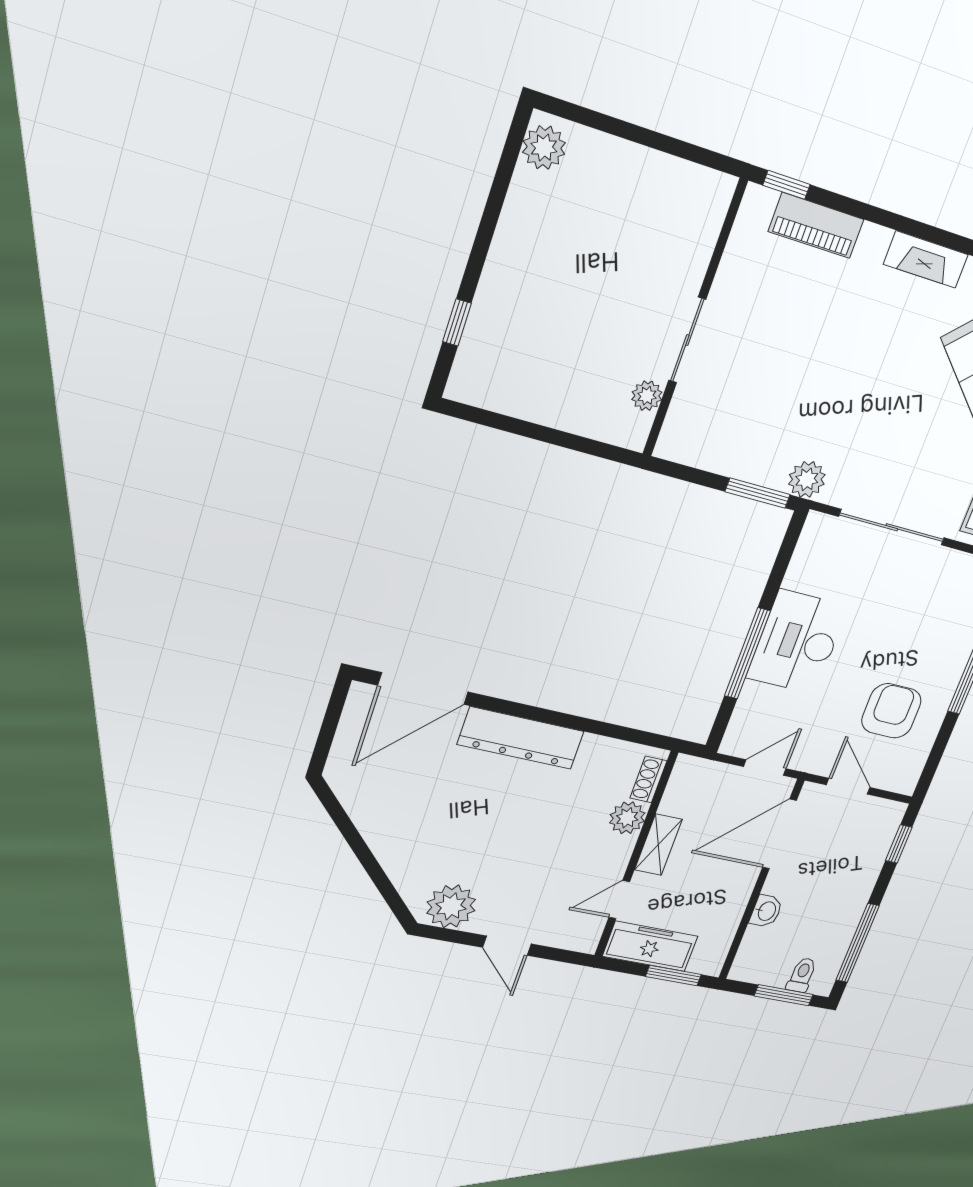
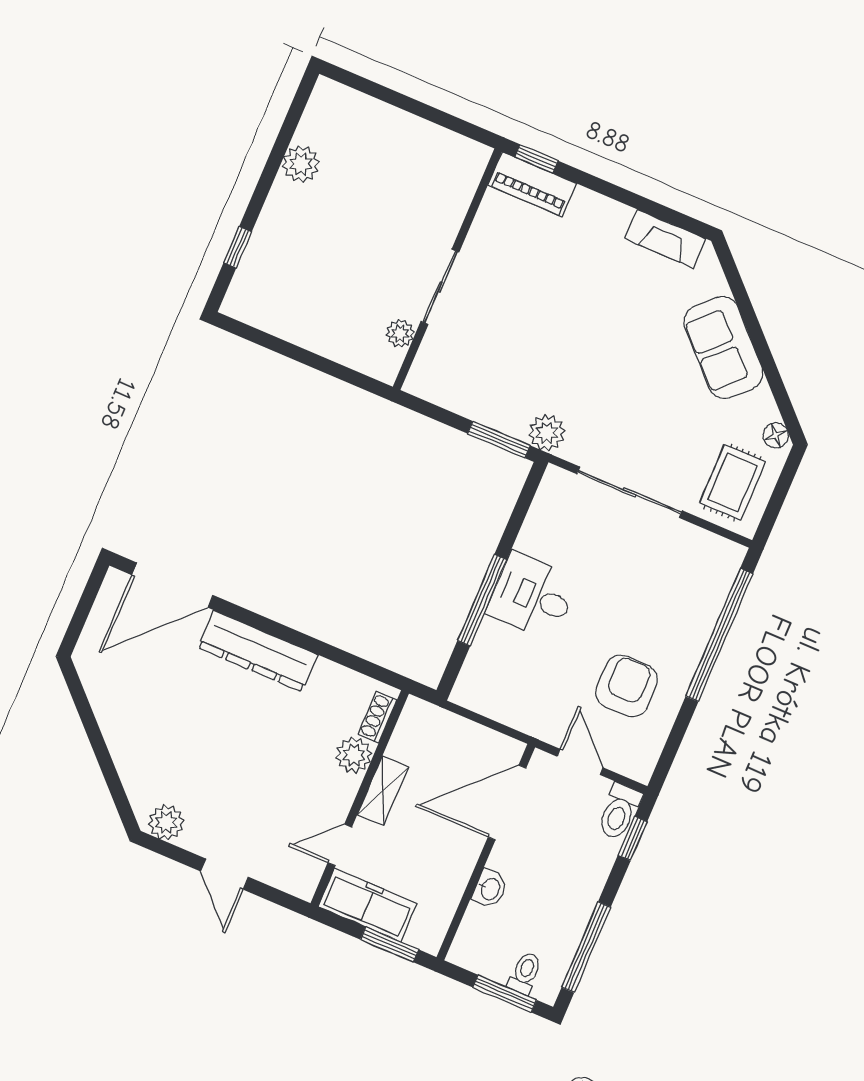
plant: (544, 148) -> (301, 164), moved
piano: (816, 225) -> (532, 184), moved
desk: (797, 642) -> (532, 596), width x0.73
door: (765, 768) -> (495, 725), removed
toilet: (886, 823) -> (619, 812), added
plant: (451, 906) -> (166, 822), width x0.73, depth x0.73

